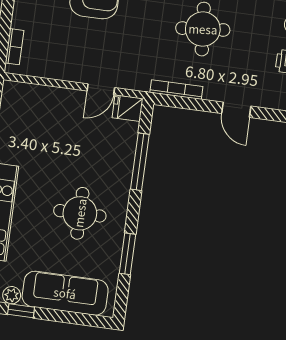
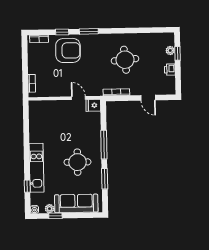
door: (101, 89) -> (78, 98), swing flipped
window: (140, 162) -> (104, 145), moved

